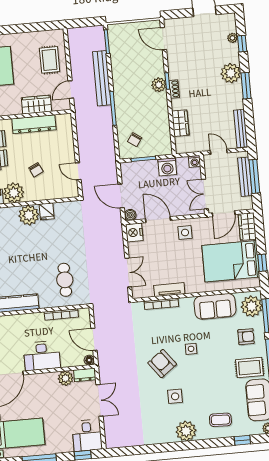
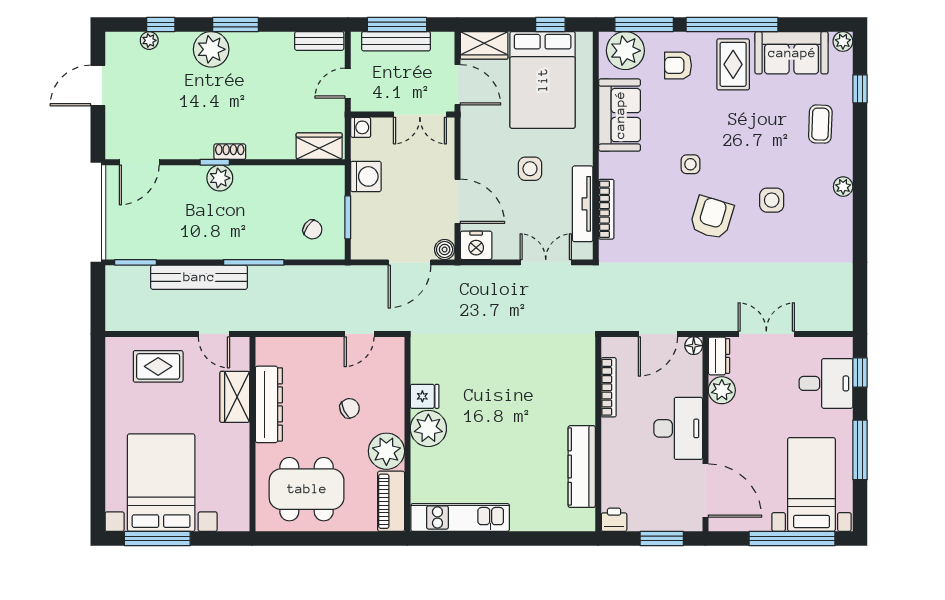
wardrobe: (180, 123) -> (319, 146), moved
bench: (241, 129) -> (319, 41), width x0.73
door: (158, 220) -> (457, 201), swing flipped
side table: (185, 233) -> (530, 169), moved
cafe table: (65, 280) -> (548, 376), removed
tv unit: (169, 290) -> (583, 204), width x1.41
armchair: (246, 337) -> (678, 65), turned -90
armchair: (162, 364) -> (712, 218), turned 144
plant: (186, 431) -> (843, 187), width x0.53, depth x0.53
desk: (87, 435) -> (826, 383), moved

